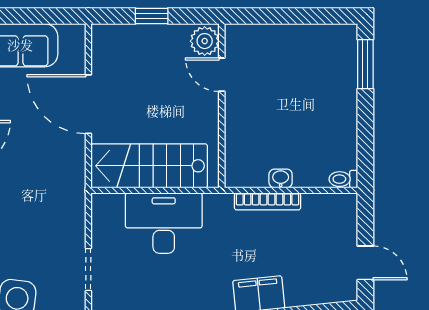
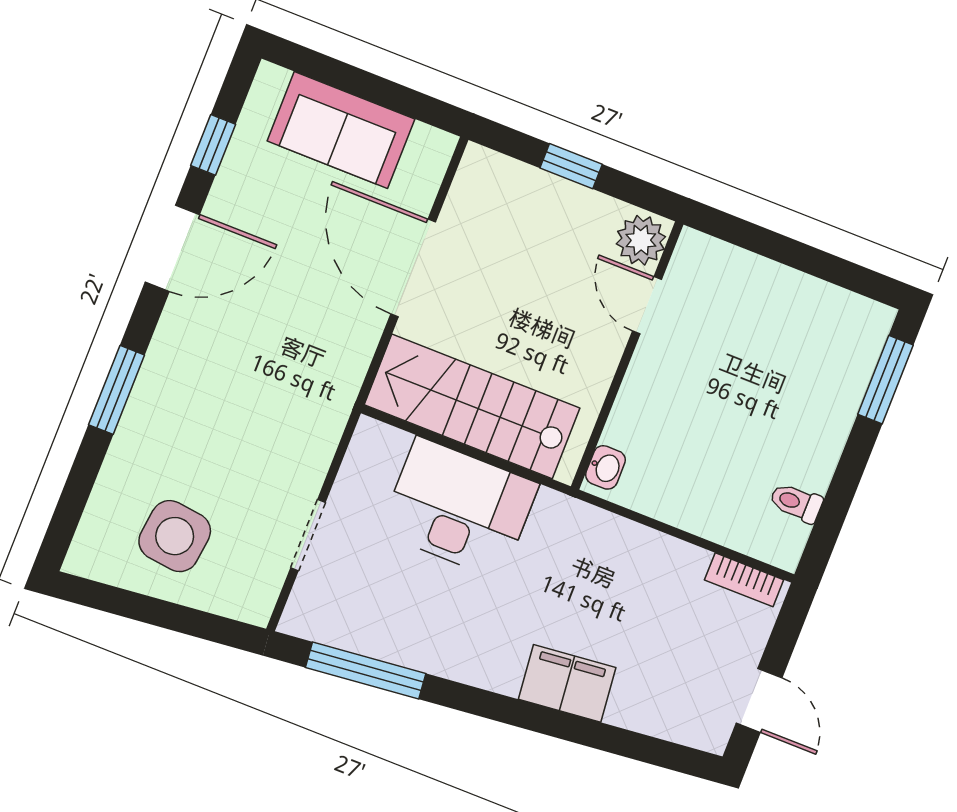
washbasin: (281, 178) -> (605, 467), moved, turned 90
toilet: (343, 179) -> (796, 503), moved
bookcase: (268, 201) -> (744, 580), moved, width x0.64

